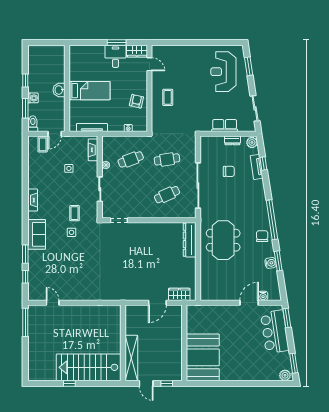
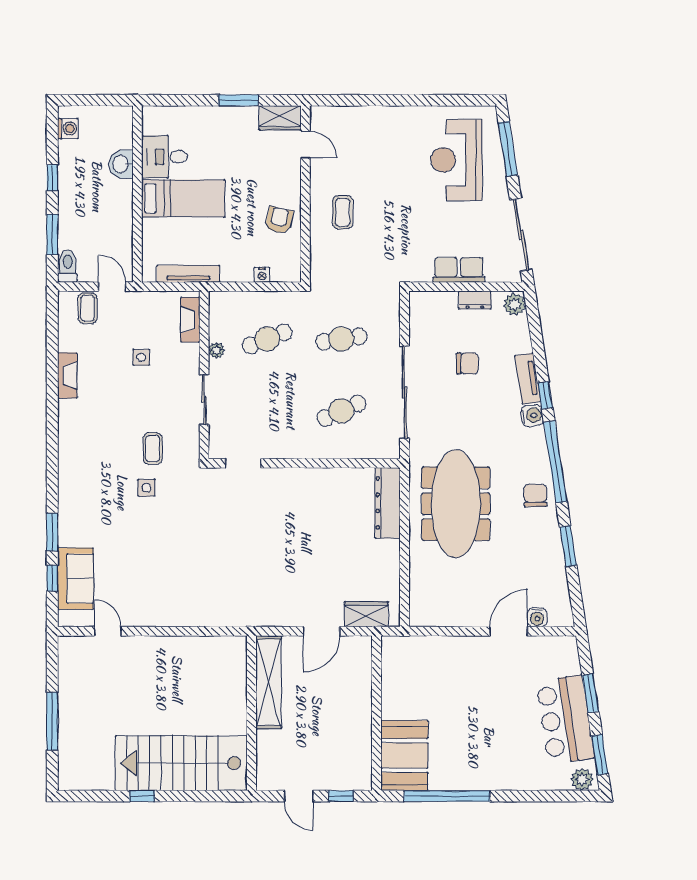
desk: (115, 56) -> (165, 157), moved, turned -90
window: (249, 66) -> (508, 149), width x1.44
washbasin: (59, 90) -> (121, 164), moved
washing machine: (33, 98) -> (68, 128), moved
sliding door: (255, 108) -> (521, 235), width x1.37
door: (55, 134) -> (112, 287), swing flipped
window: (263, 163) -> (545, 395), moved
tv unit: (257, 167) -> (528, 379), moved
fireplace: (33, 200) -> (67, 375), moved
sofa: (37, 234) -> (75, 579), moved
meeting table: (223, 240) -> (456, 504), width x1.36
water cooler: (271, 263) -> (532, 415), moved
window: (287, 318) -> (590, 693), moved
window: (25, 322) -> (52, 721), moved
bar counter: (275, 332) -> (565, 720), moved
booth: (203, 357) -> (404, 755), width x0.73, depth x0.70
shelving: (131, 358) -> (269, 682), moved
window: (219, 383) -> (447, 796), added

